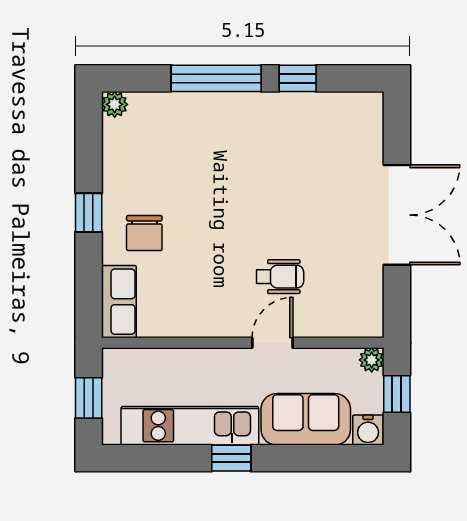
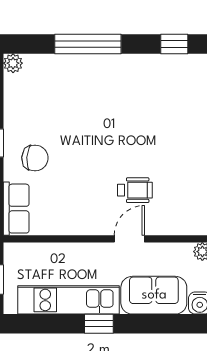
window: (298, 78) -> (174, 44), moved
chair: (144, 233) -> (35, 158), turned -86

